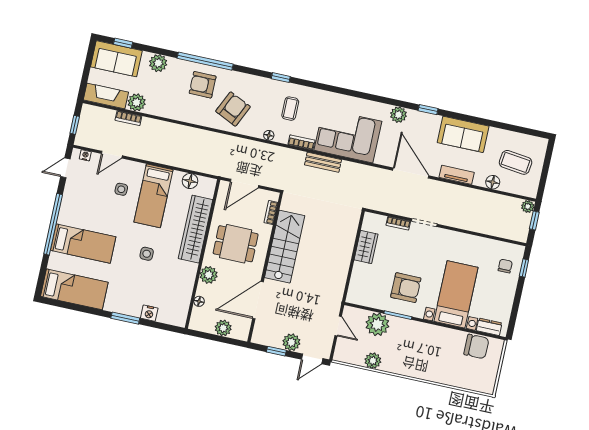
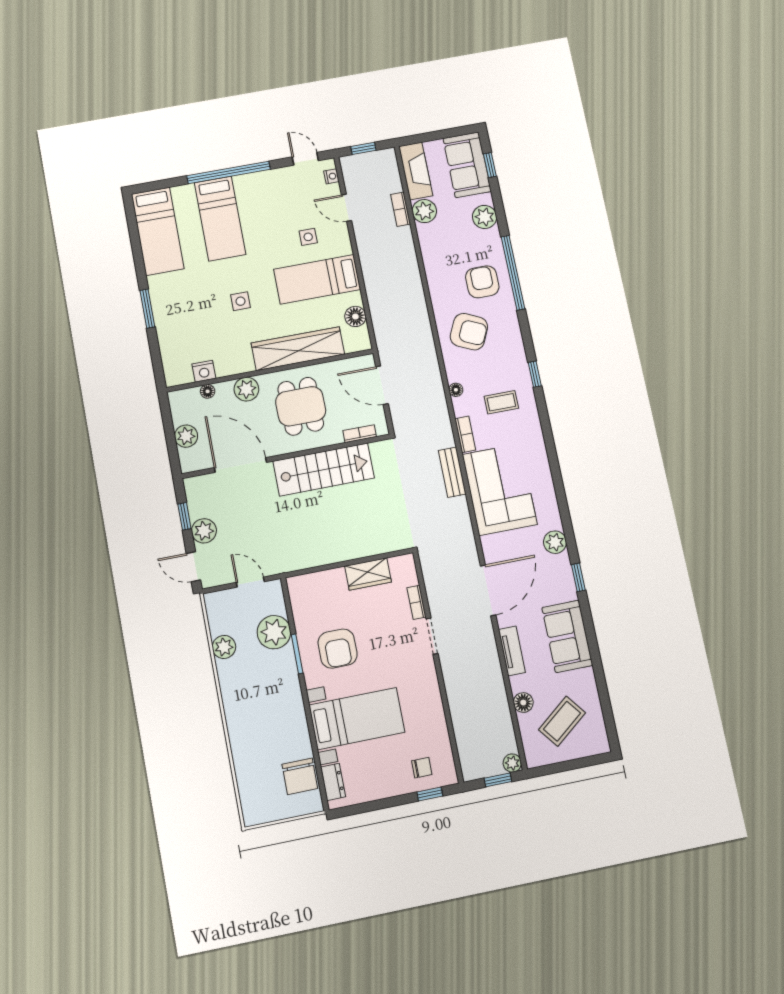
coffee table: (516, 162) -> (562, 721), turned 45
nightstand: (149, 313) -> (204, 371), moved, turned -90
door: (338, 326) -> (250, 582), swing flipped

